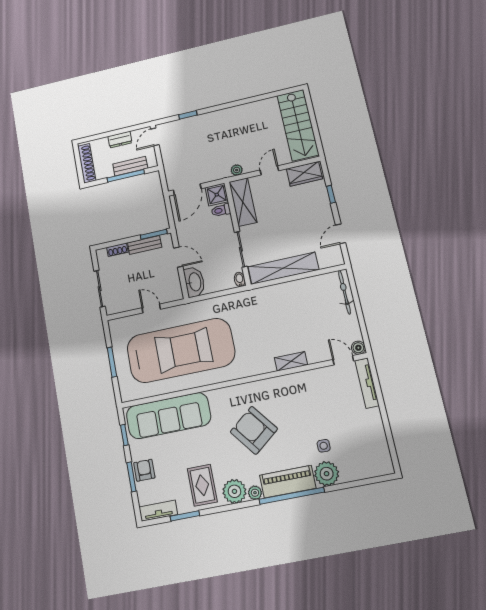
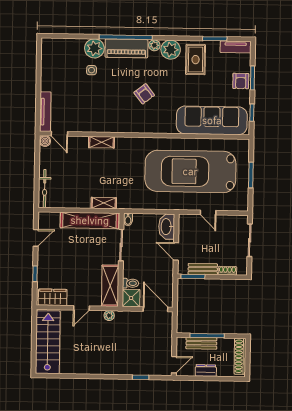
door: (187, 189) -> (156, 309), hinge flipped
shelving: (272, 292) -> (104, 203), added
armchair: (254, 430) -> (144, 94), width x0.53, depth x0.53

